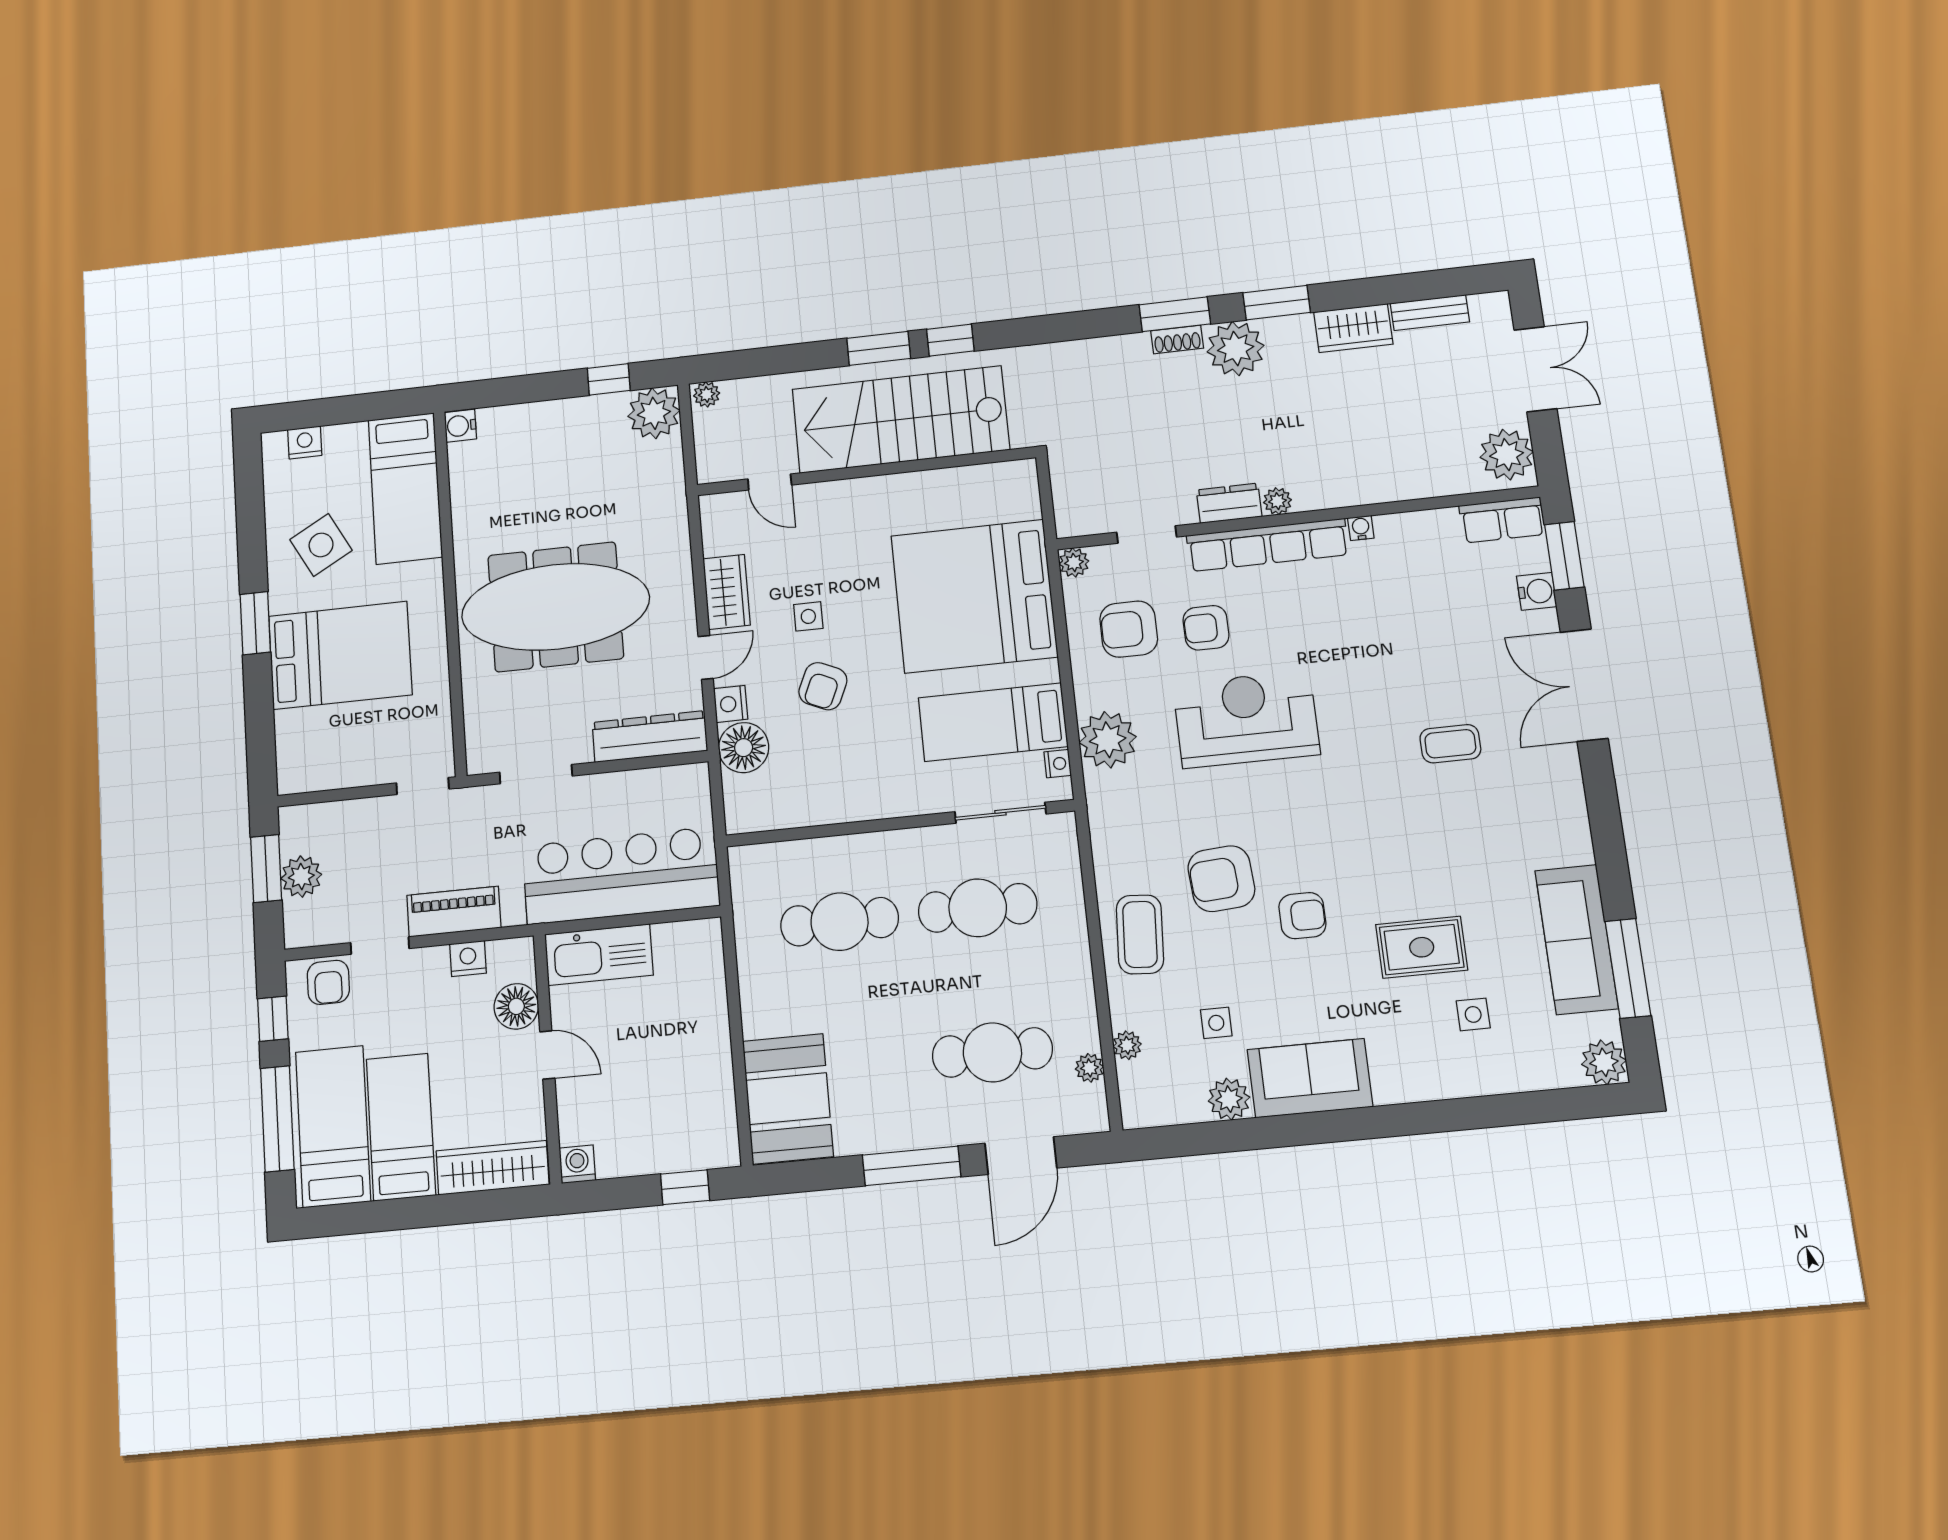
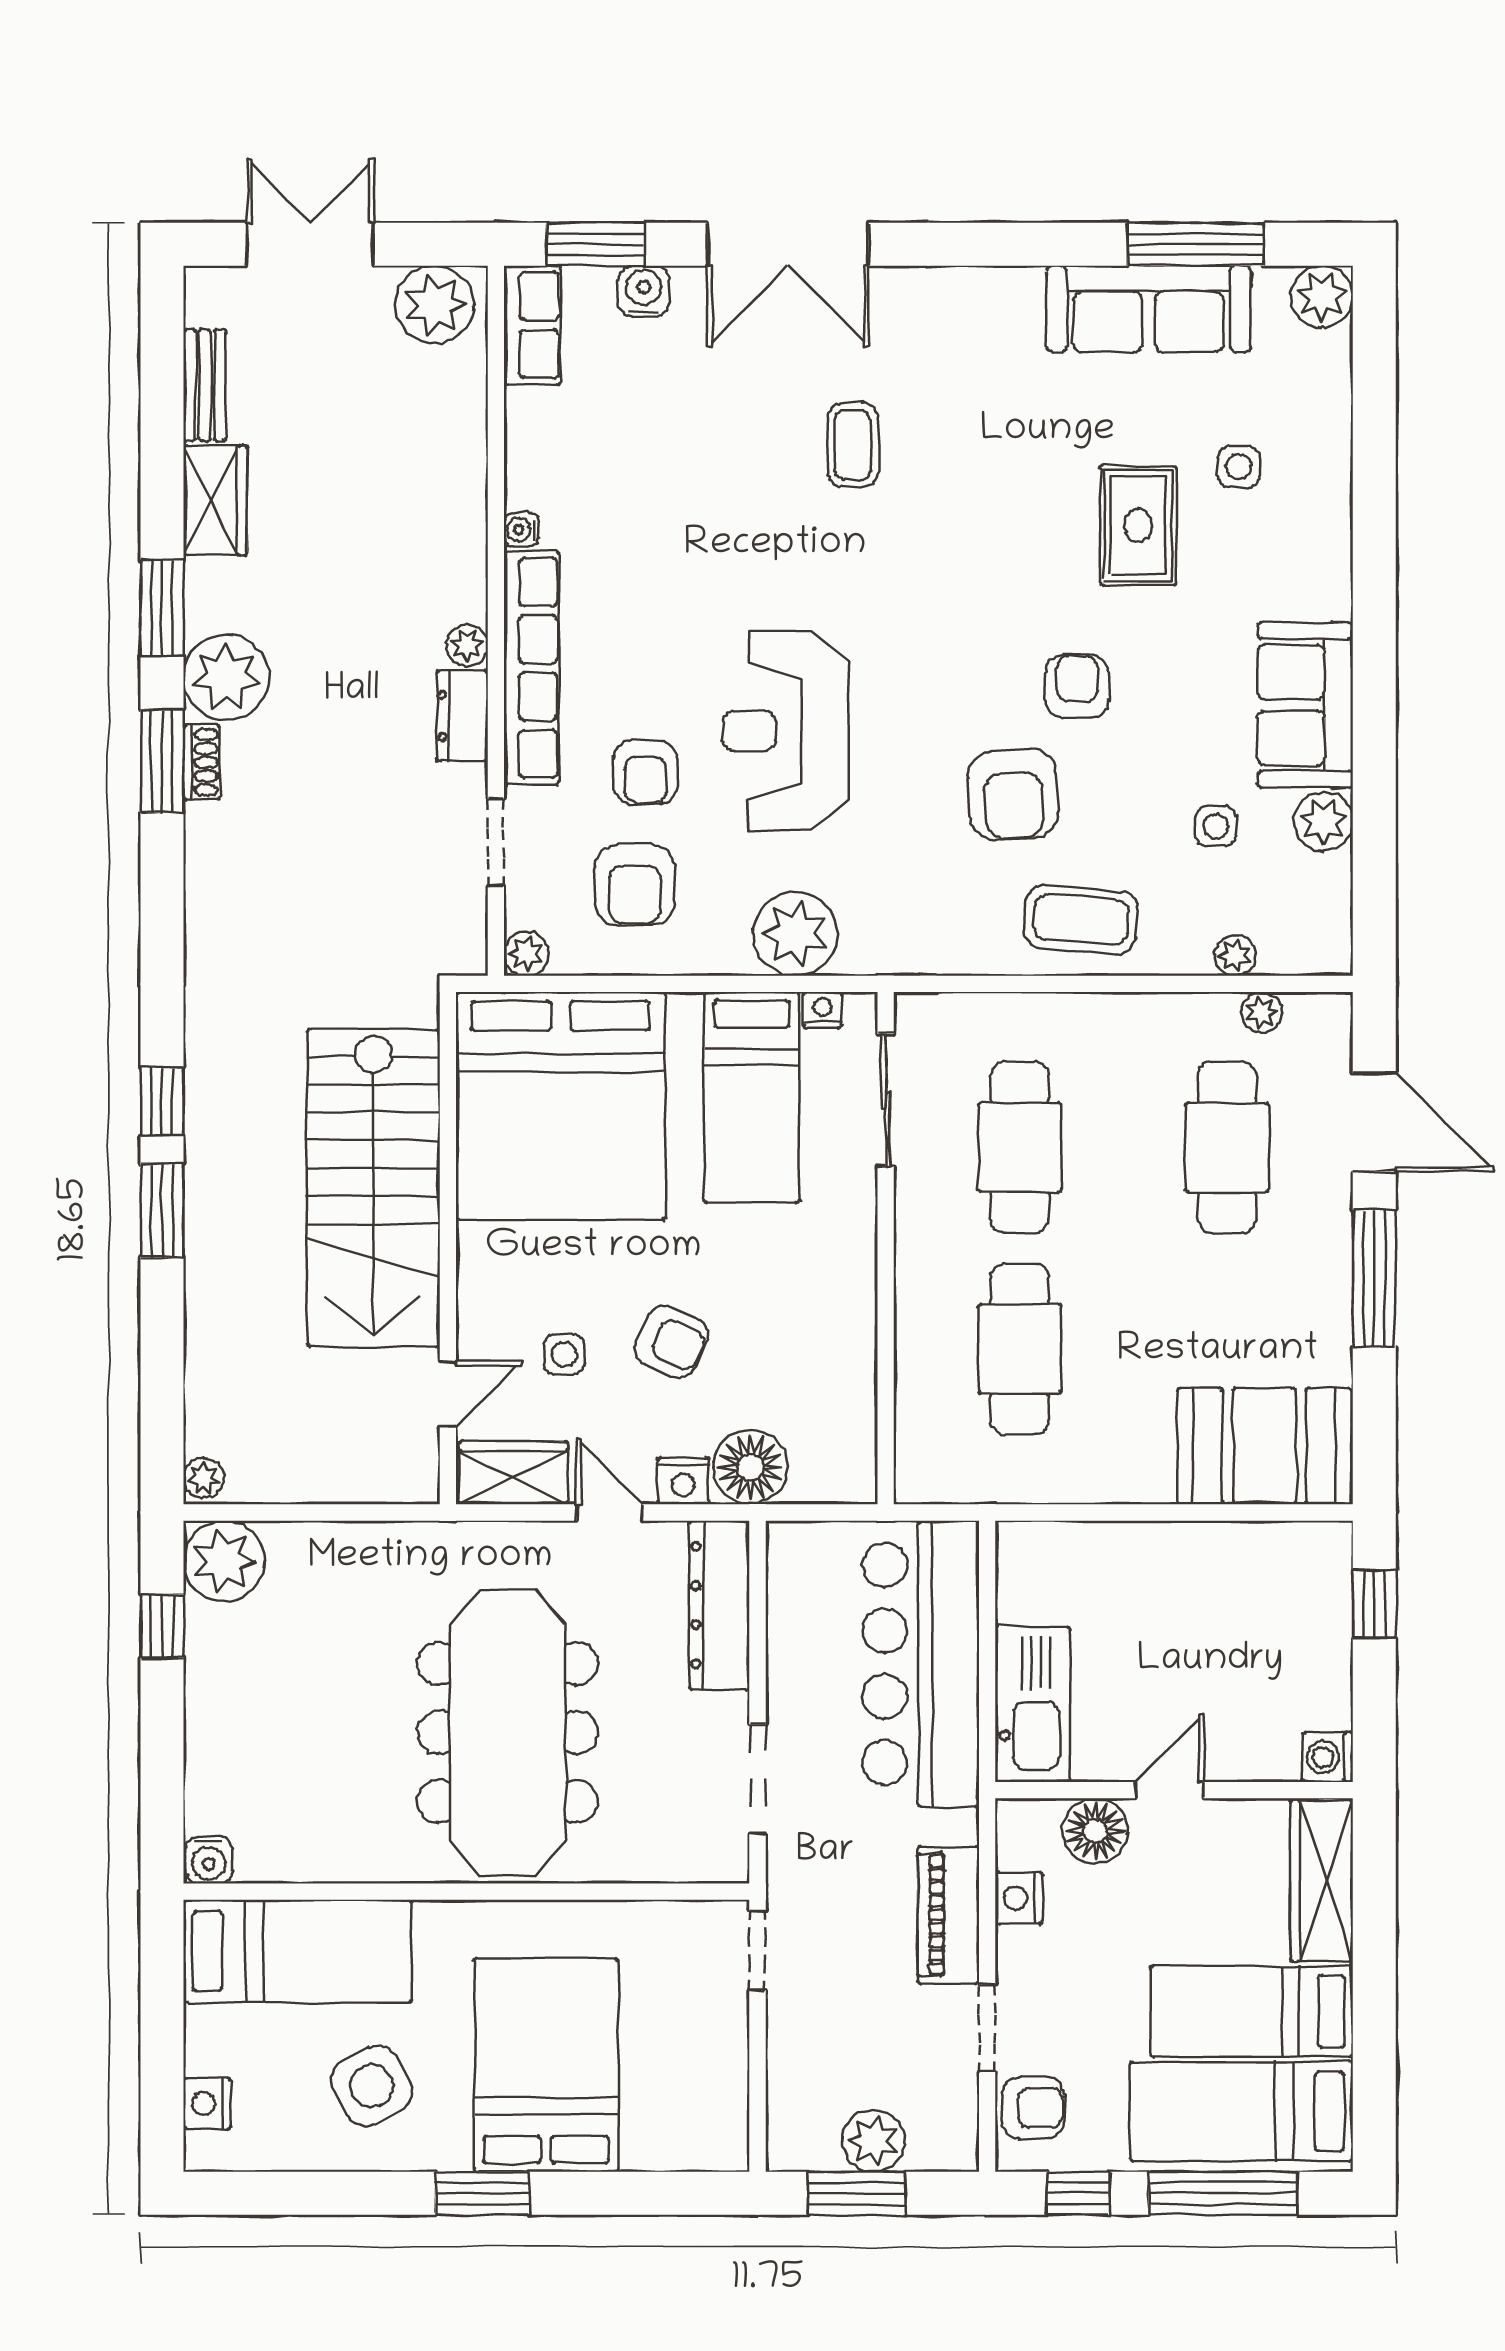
stairs: (901, 419) -> (373, 1188), moved
wall: (866, 471) -> (448, 1248), moved
door: (770, 482) -> (448, 1394), moved

